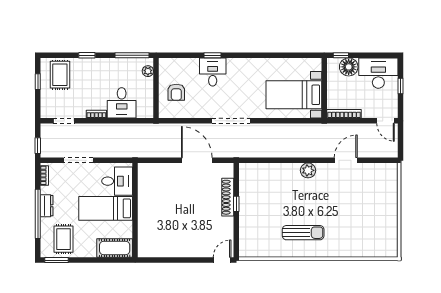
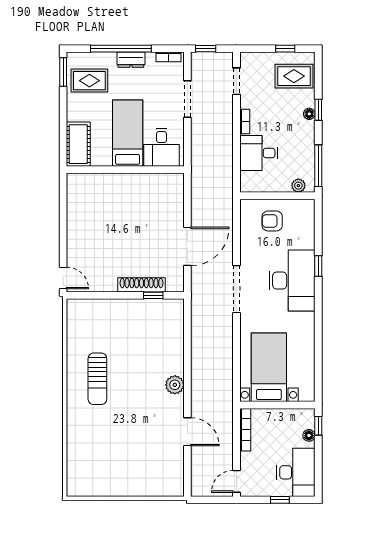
floor lamp: (90, 62) -> (309, 114), added
floor lamp: (349, 67) -> (309, 435), width x0.53, depth x0.53
desk: (213, 72) -> (292, 281), width x1.87, depth x1.30
window: (236, 204) -> (153, 295), moved

